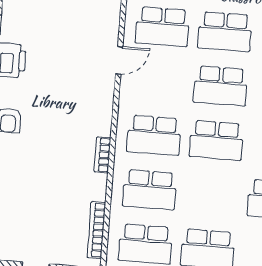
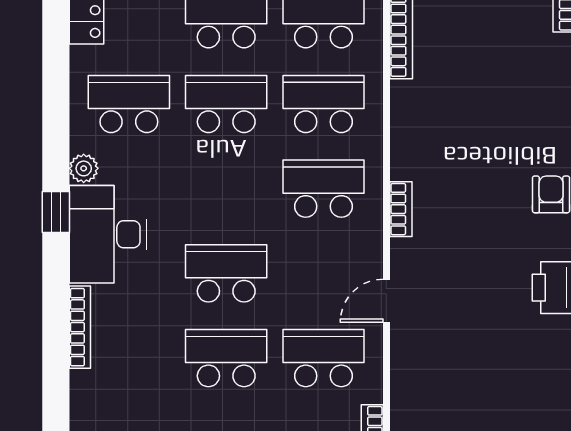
school desk: (216, 140) -> (226, 104), moved
bookcase: (102, 155) -> (401, 209), moved

